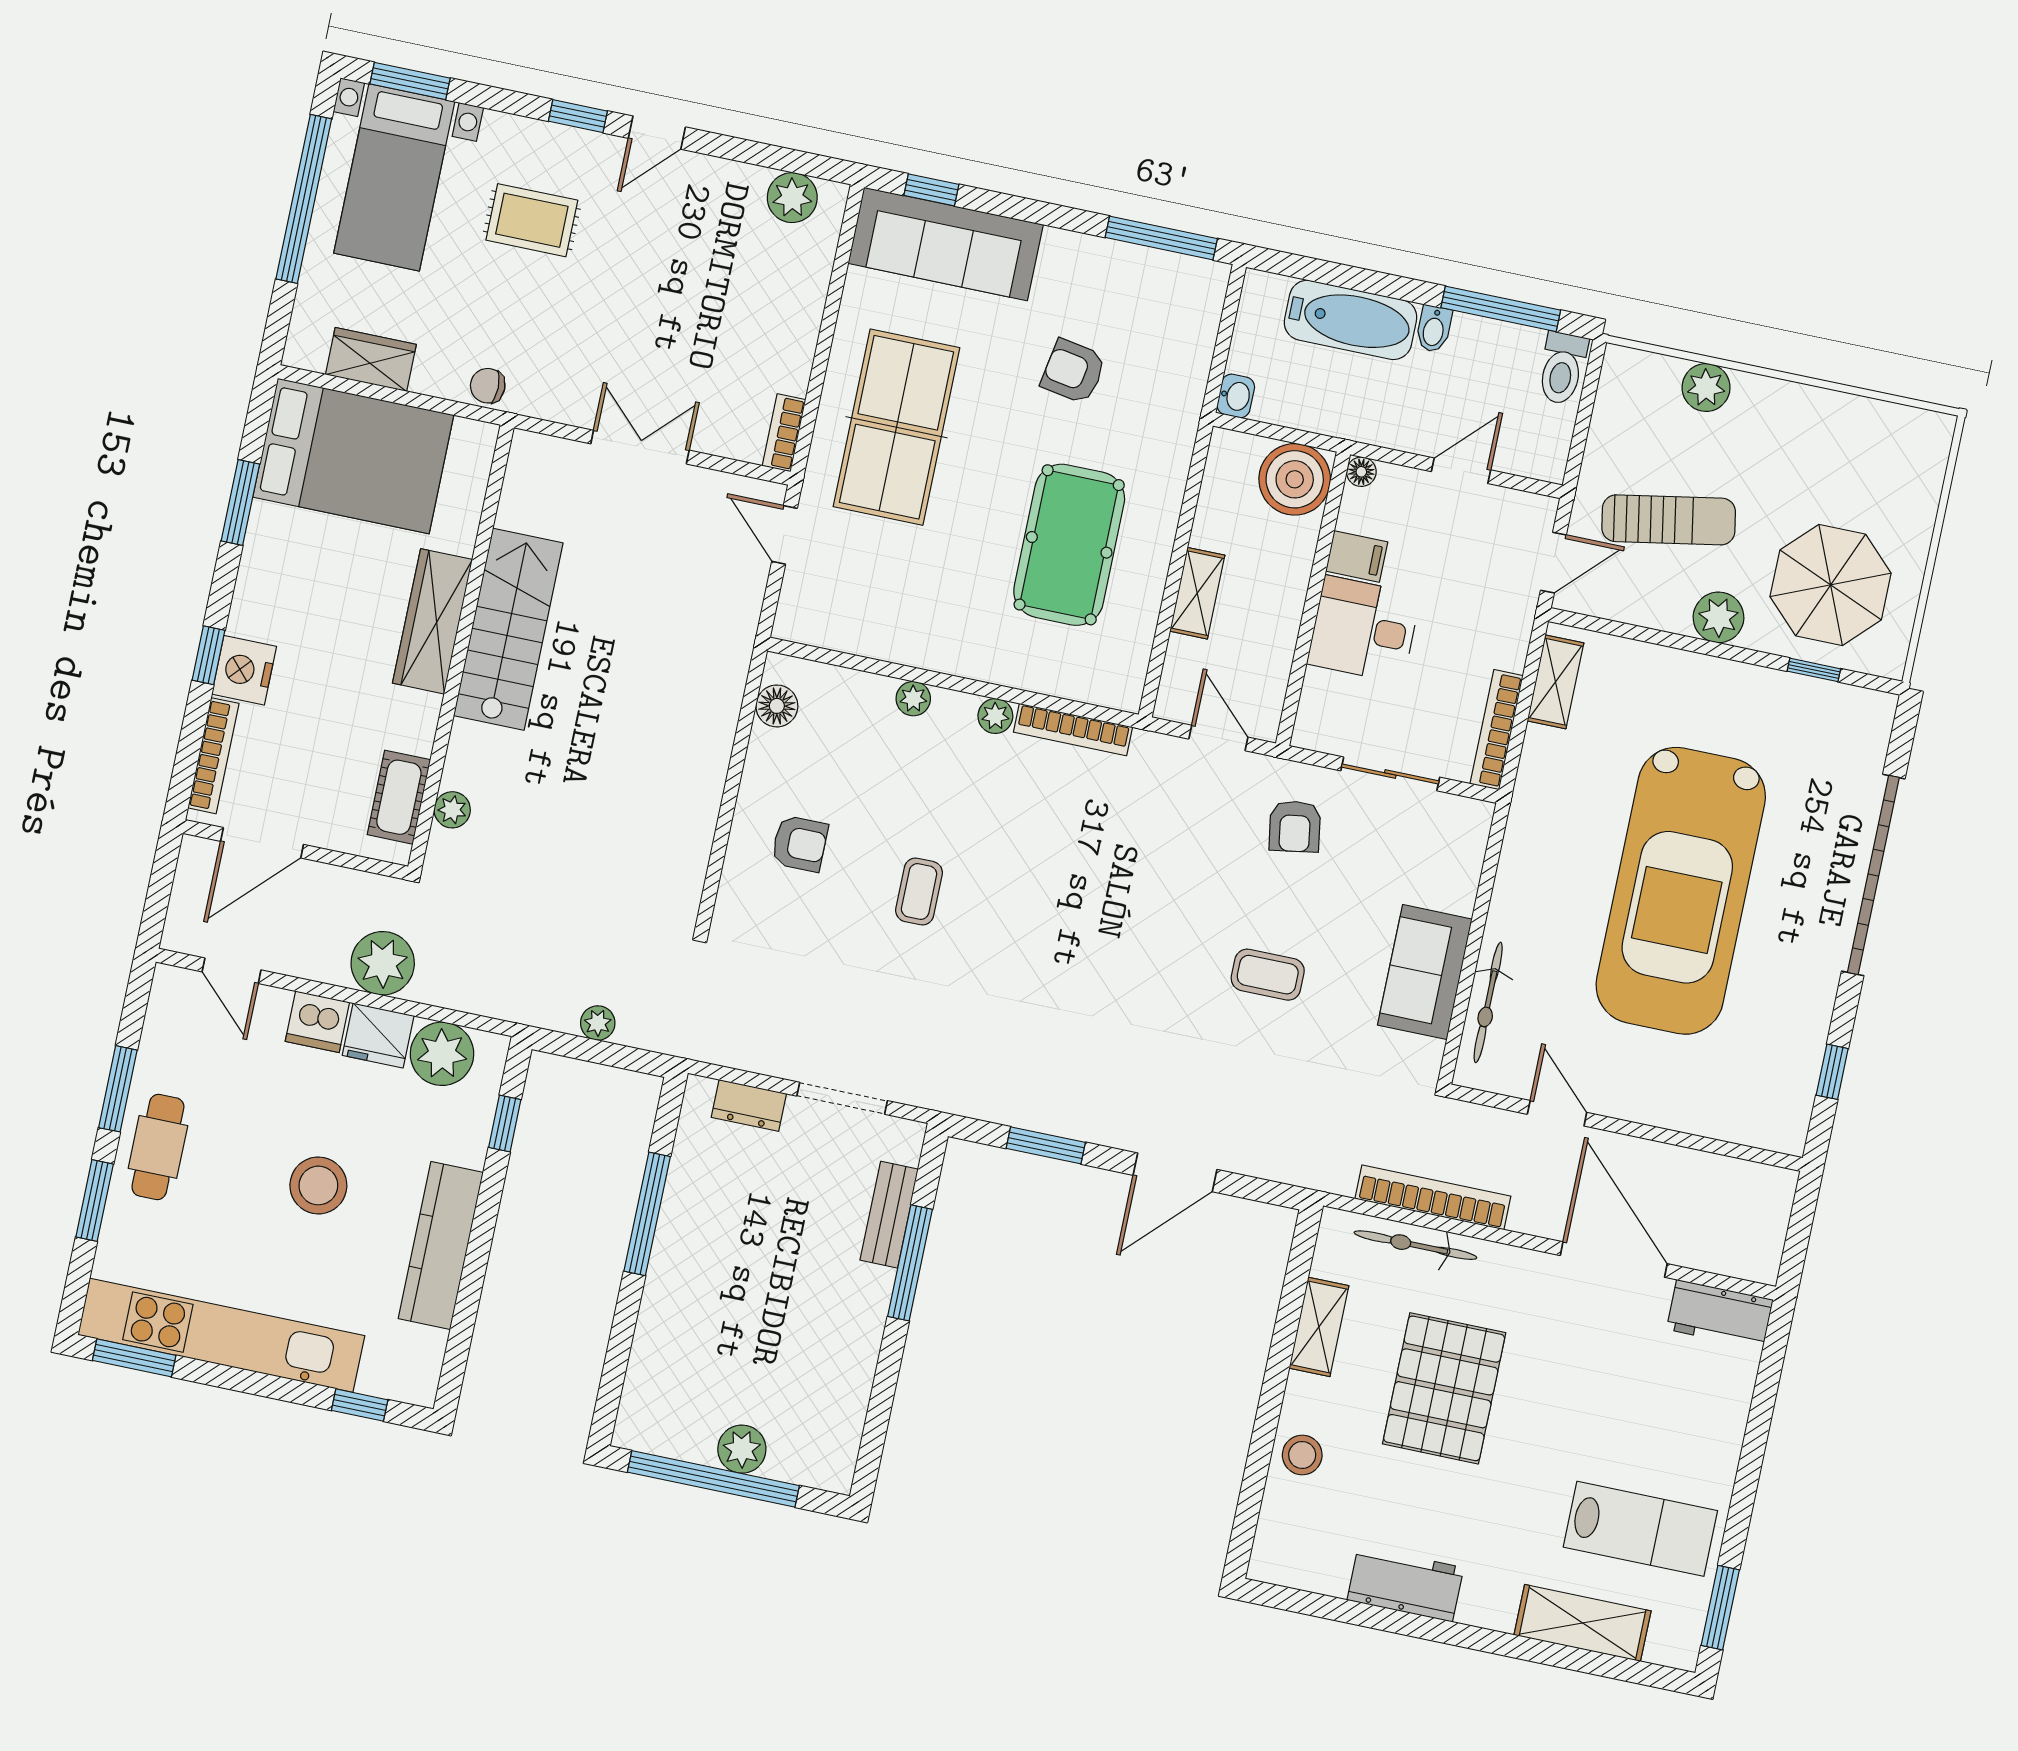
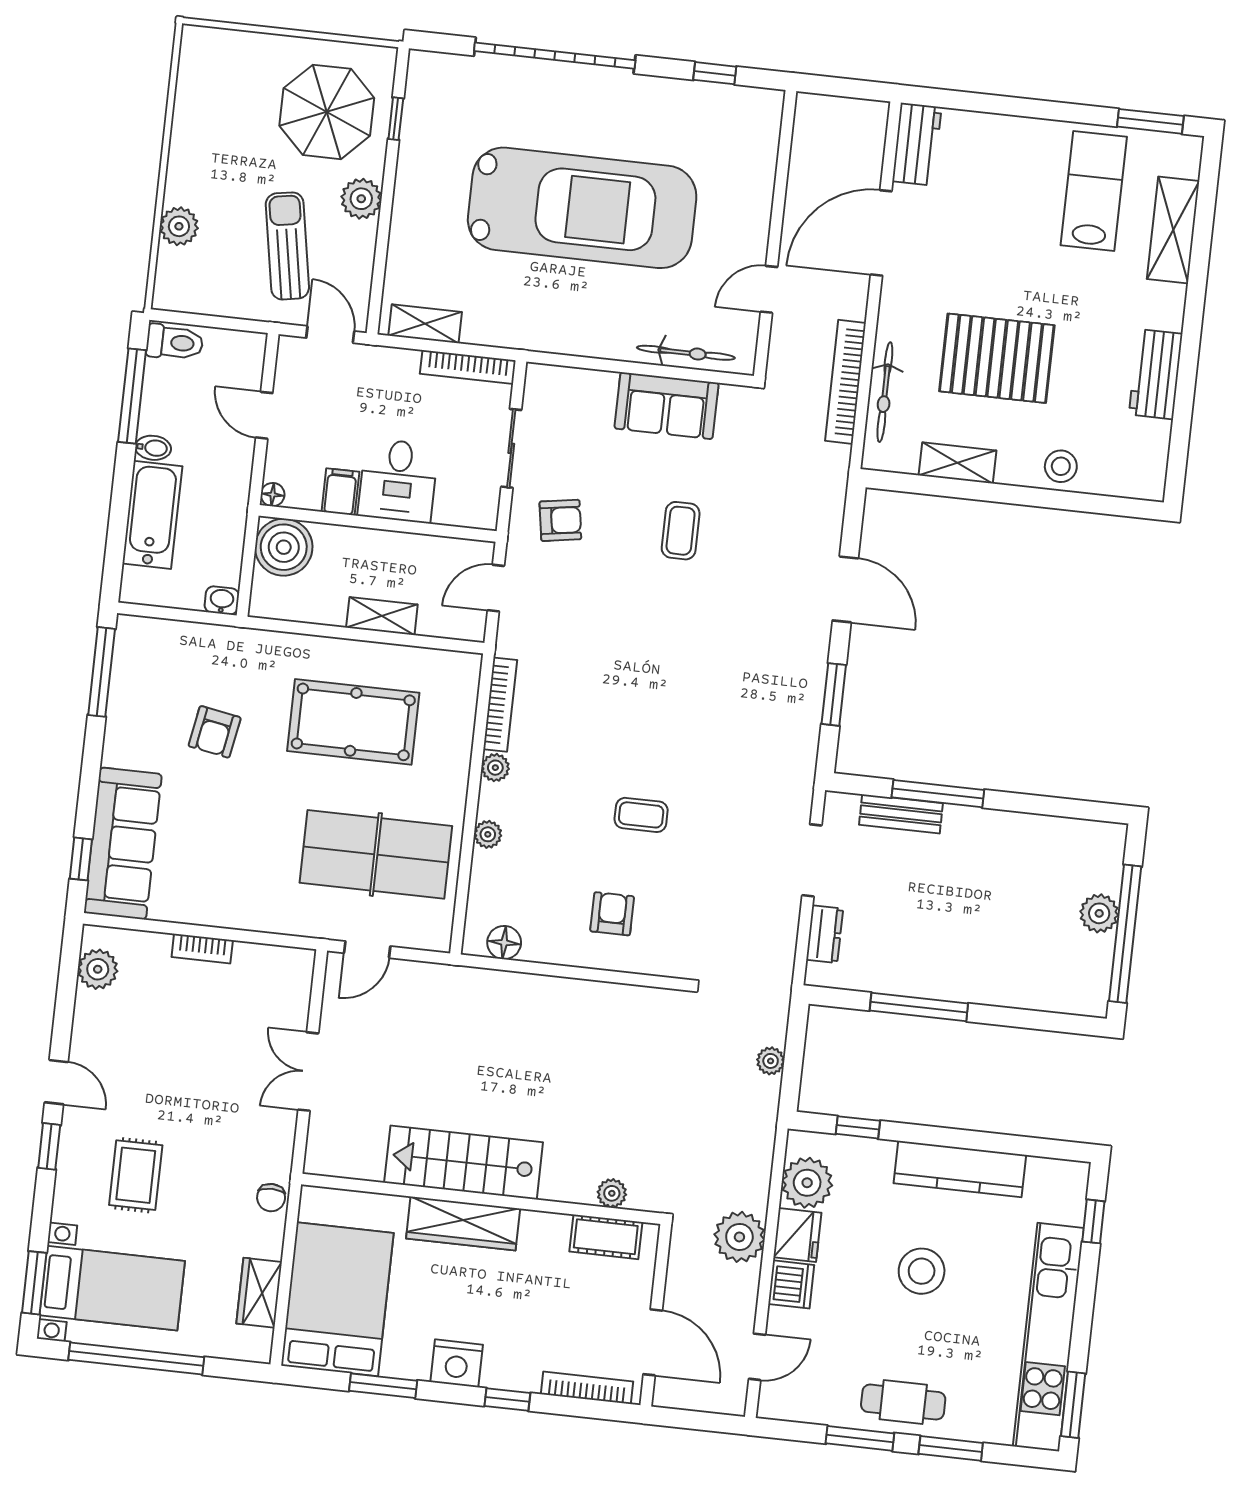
table tennis table: (897, 427) -> (376, 854), moved
bookcase: (784, 433) -> (202, 949), moved
nightstand: (244, 670) -> (457, 1363), moved

